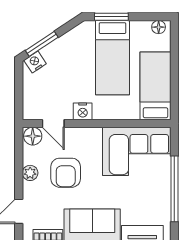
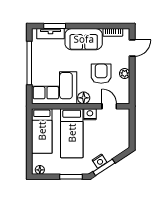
window: (42, 44) -> (104, 167), moved
bed: (113, 58) -> (72, 133), moved, turned 180
nightstand: (35, 62) -> (100, 161), moved
floor lamp: (33, 136) -> (84, 98), moved

